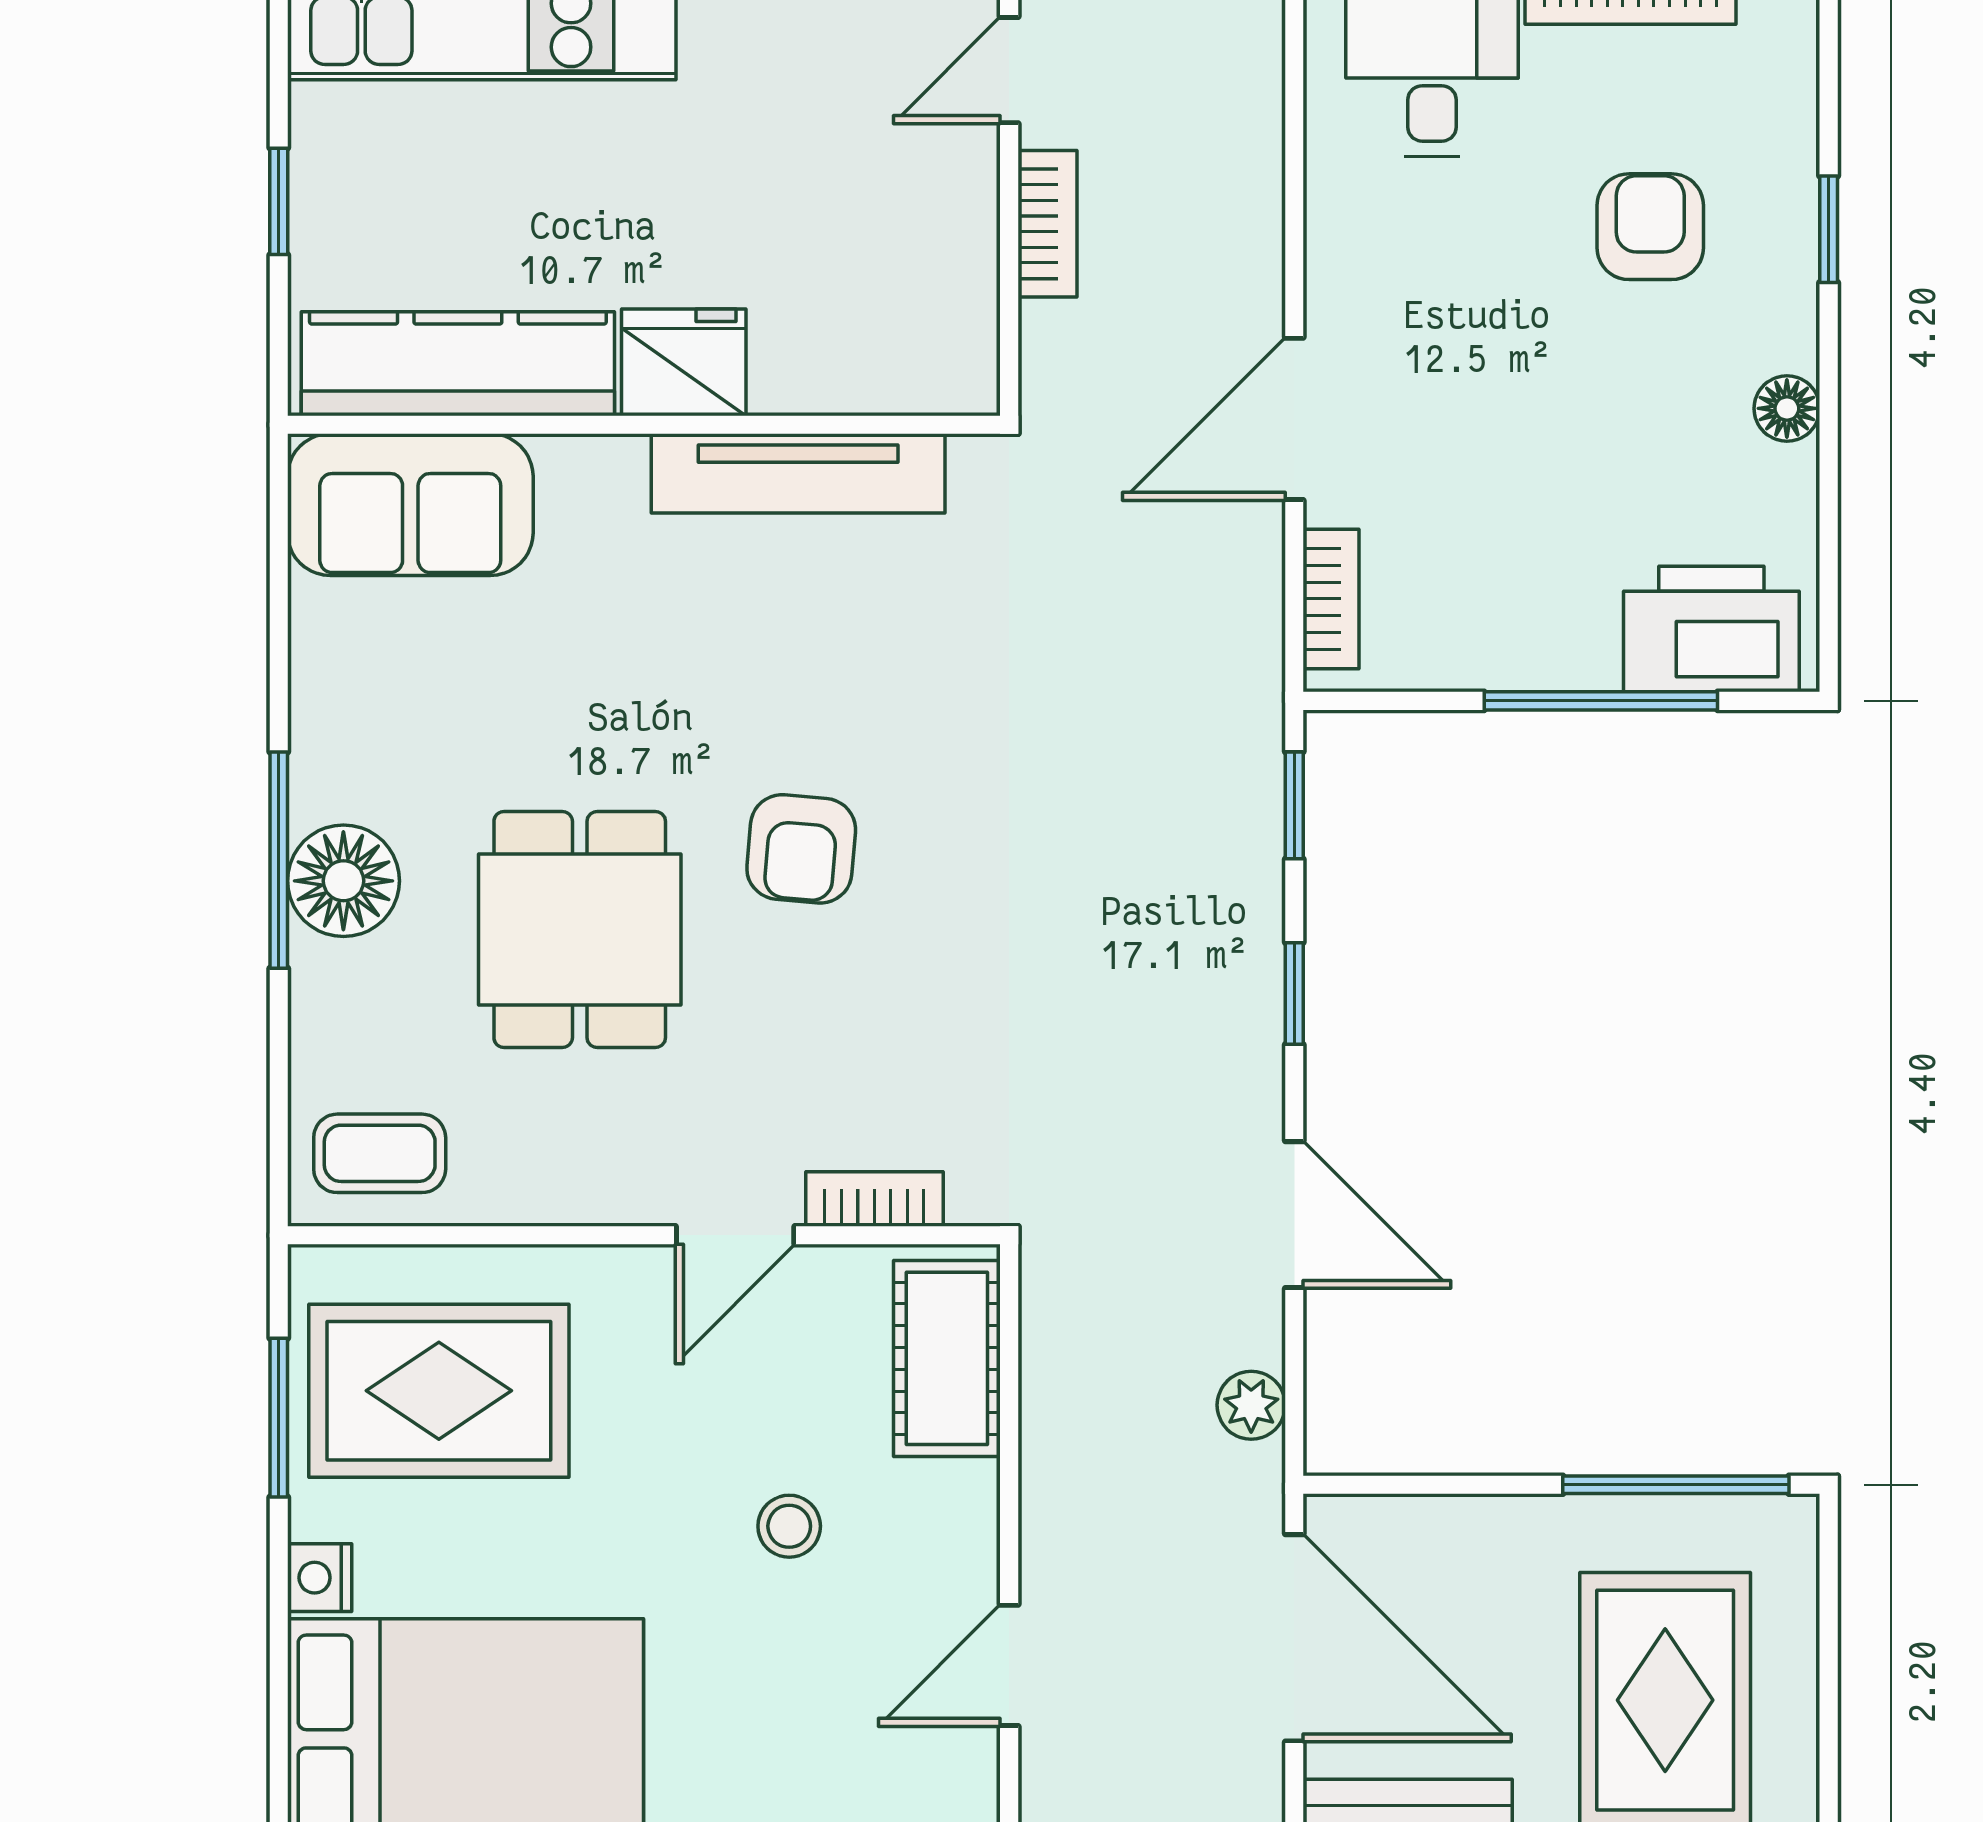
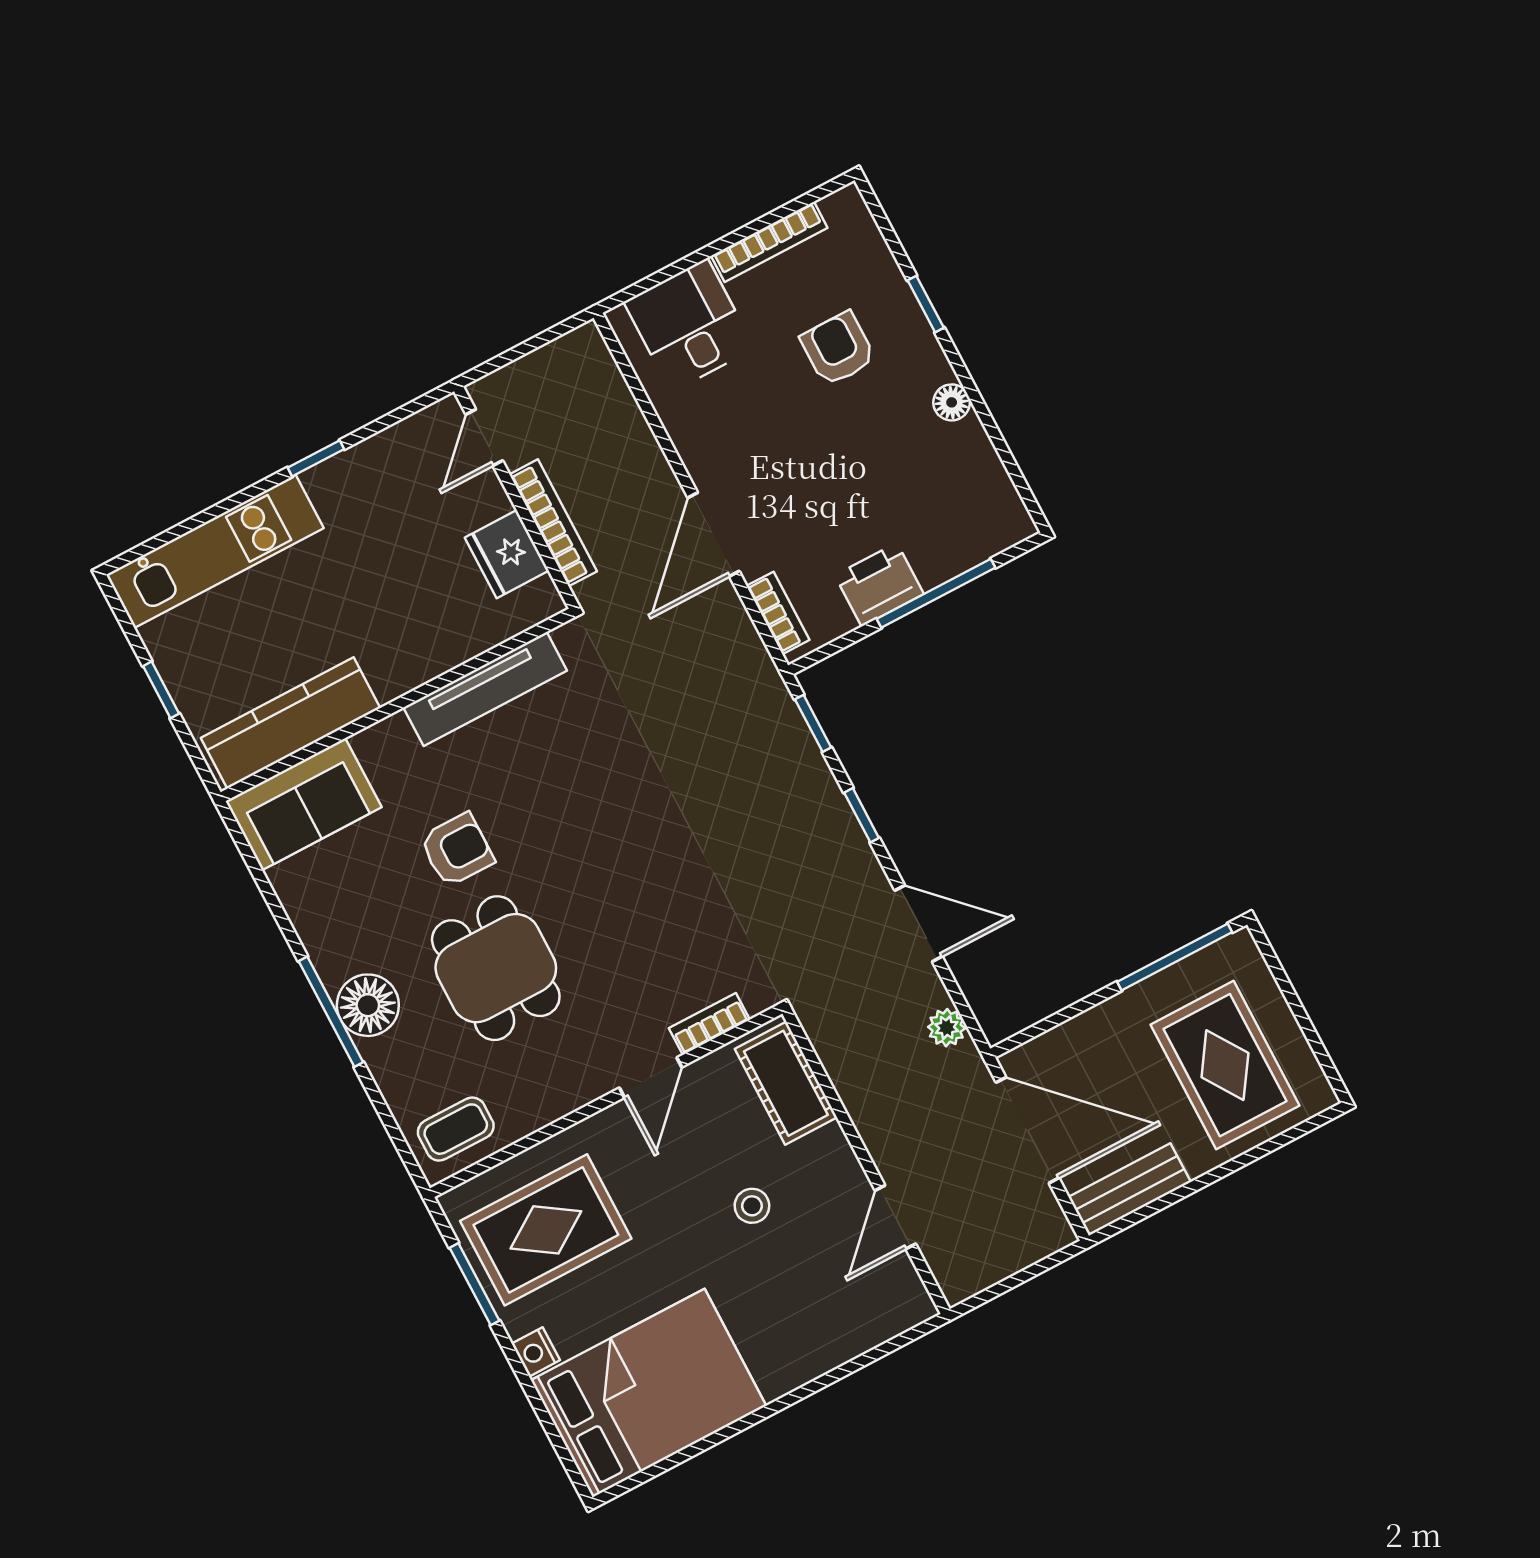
bookcase: (1047, 224) -> (553, 523), width x1.56
fridge: (684, 362) -> (507, 554), moved, turned -90
printer: (1711, 629) -> (879, 585), moved, width x0.73, depth x0.84
armchair: (801, 849) -> (457, 850), moved, turned -95

